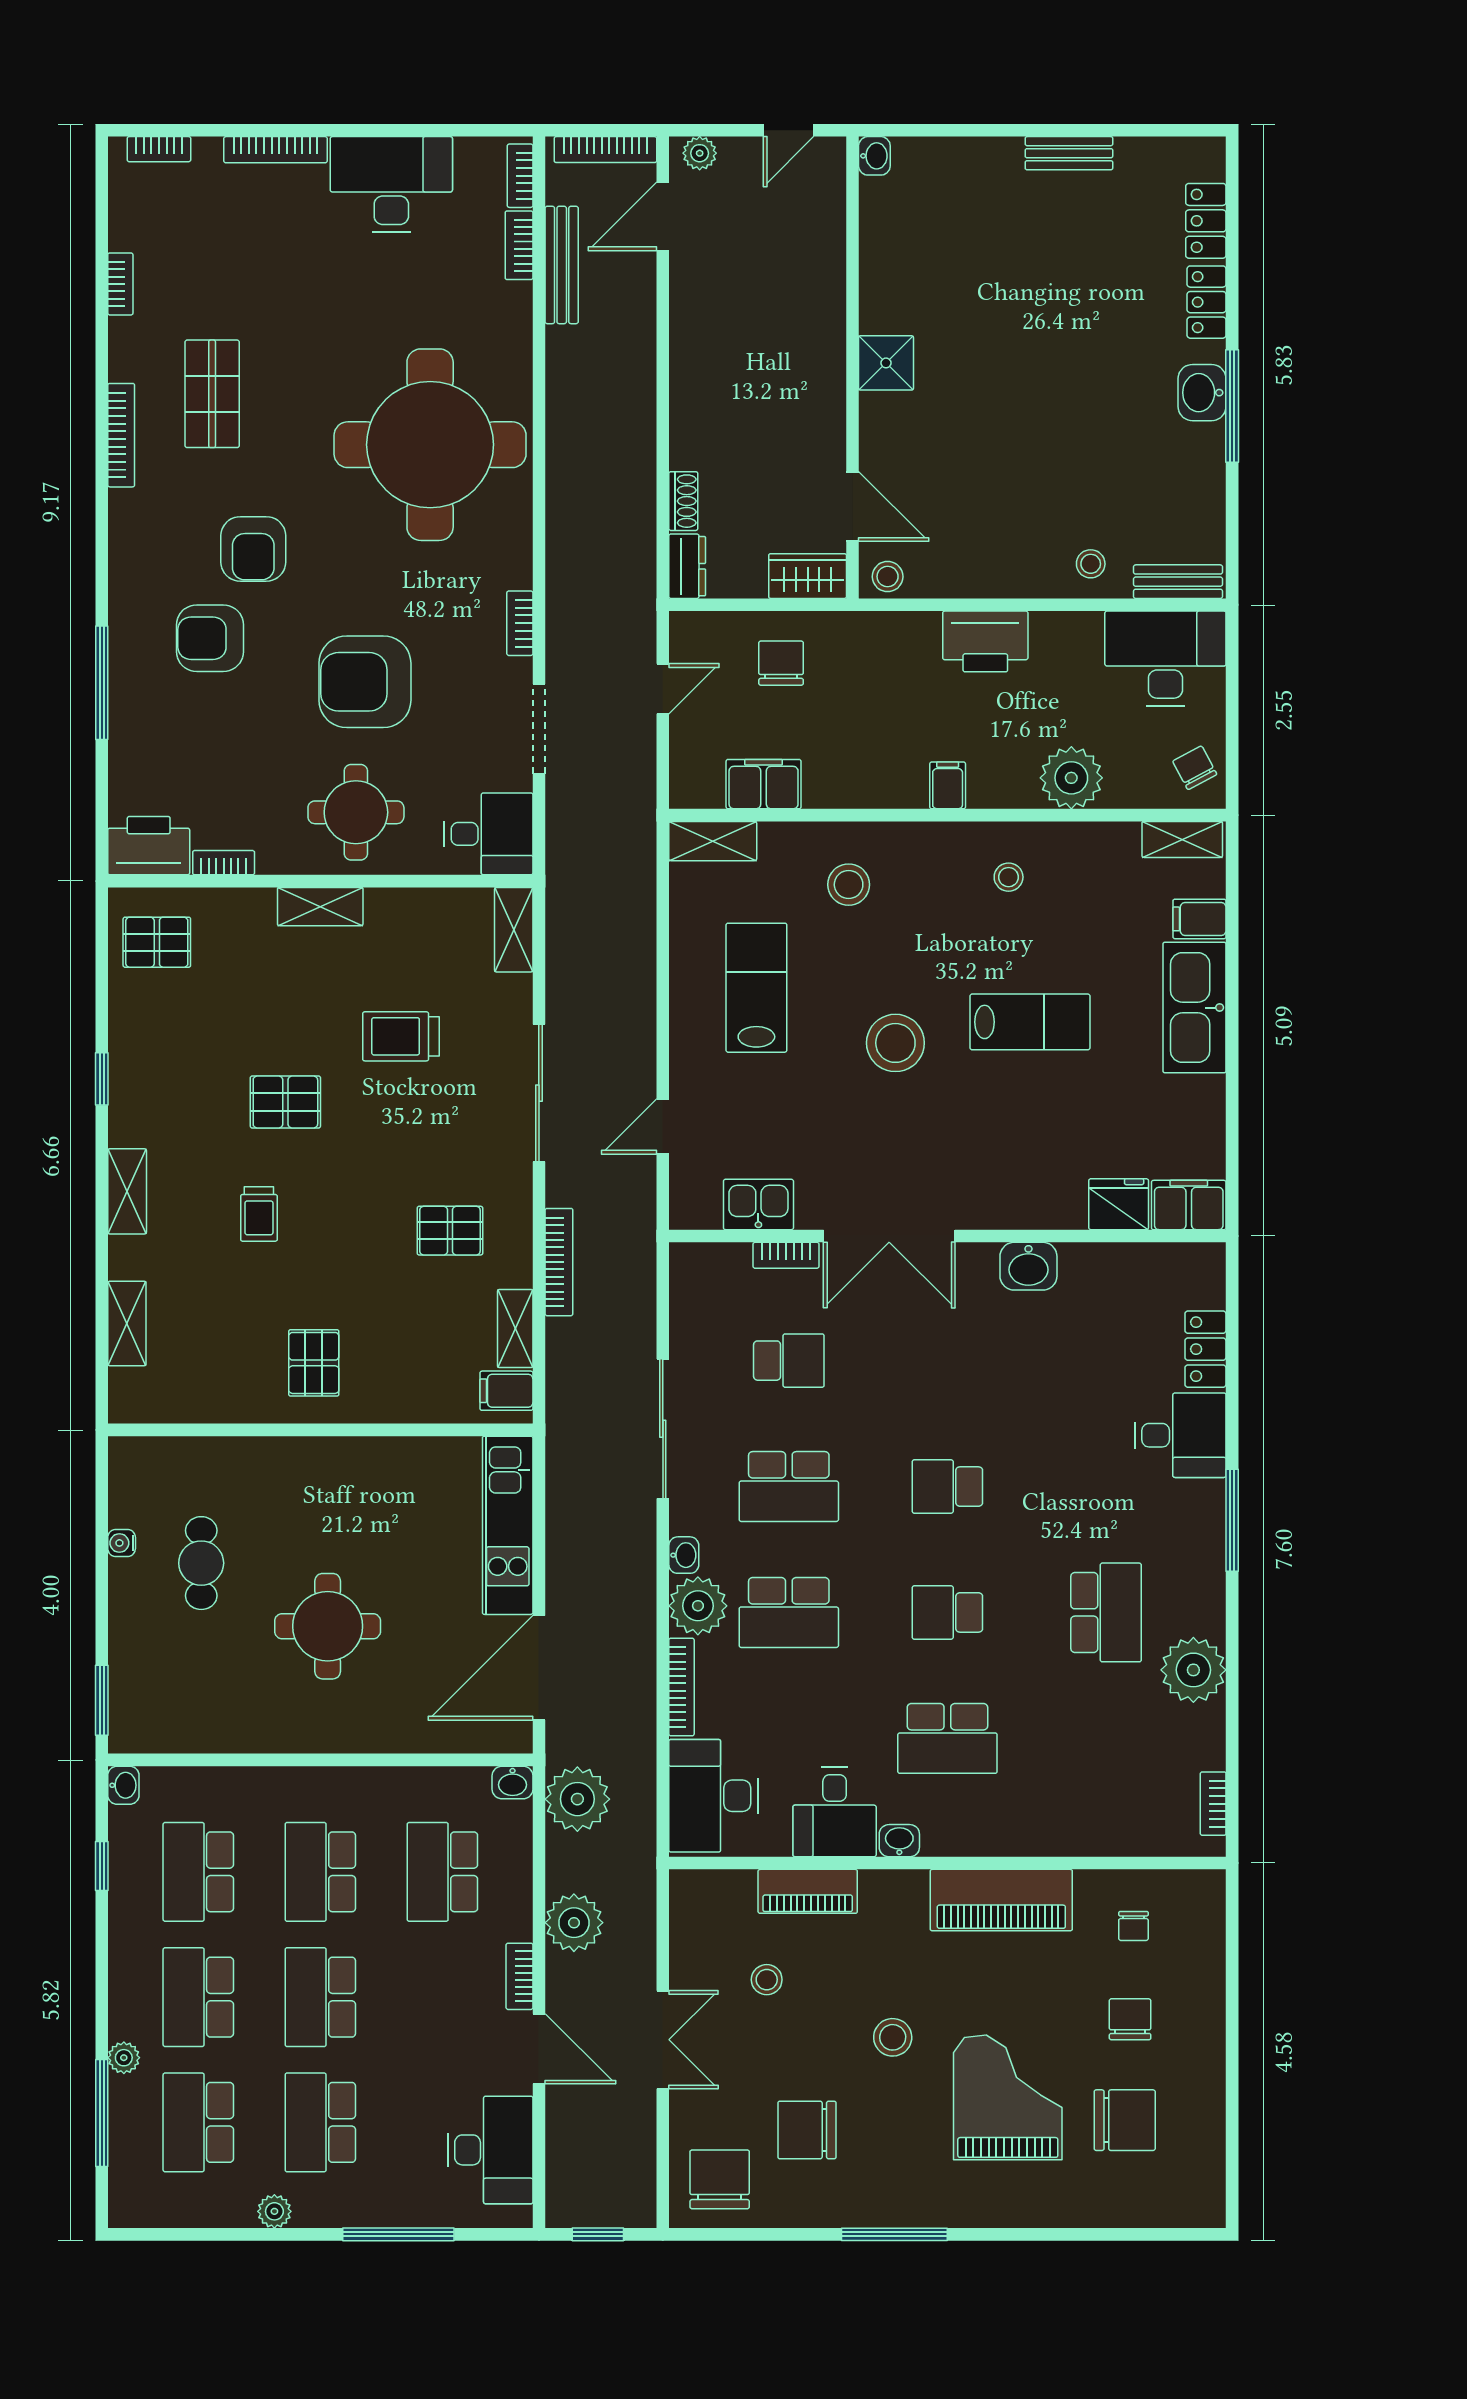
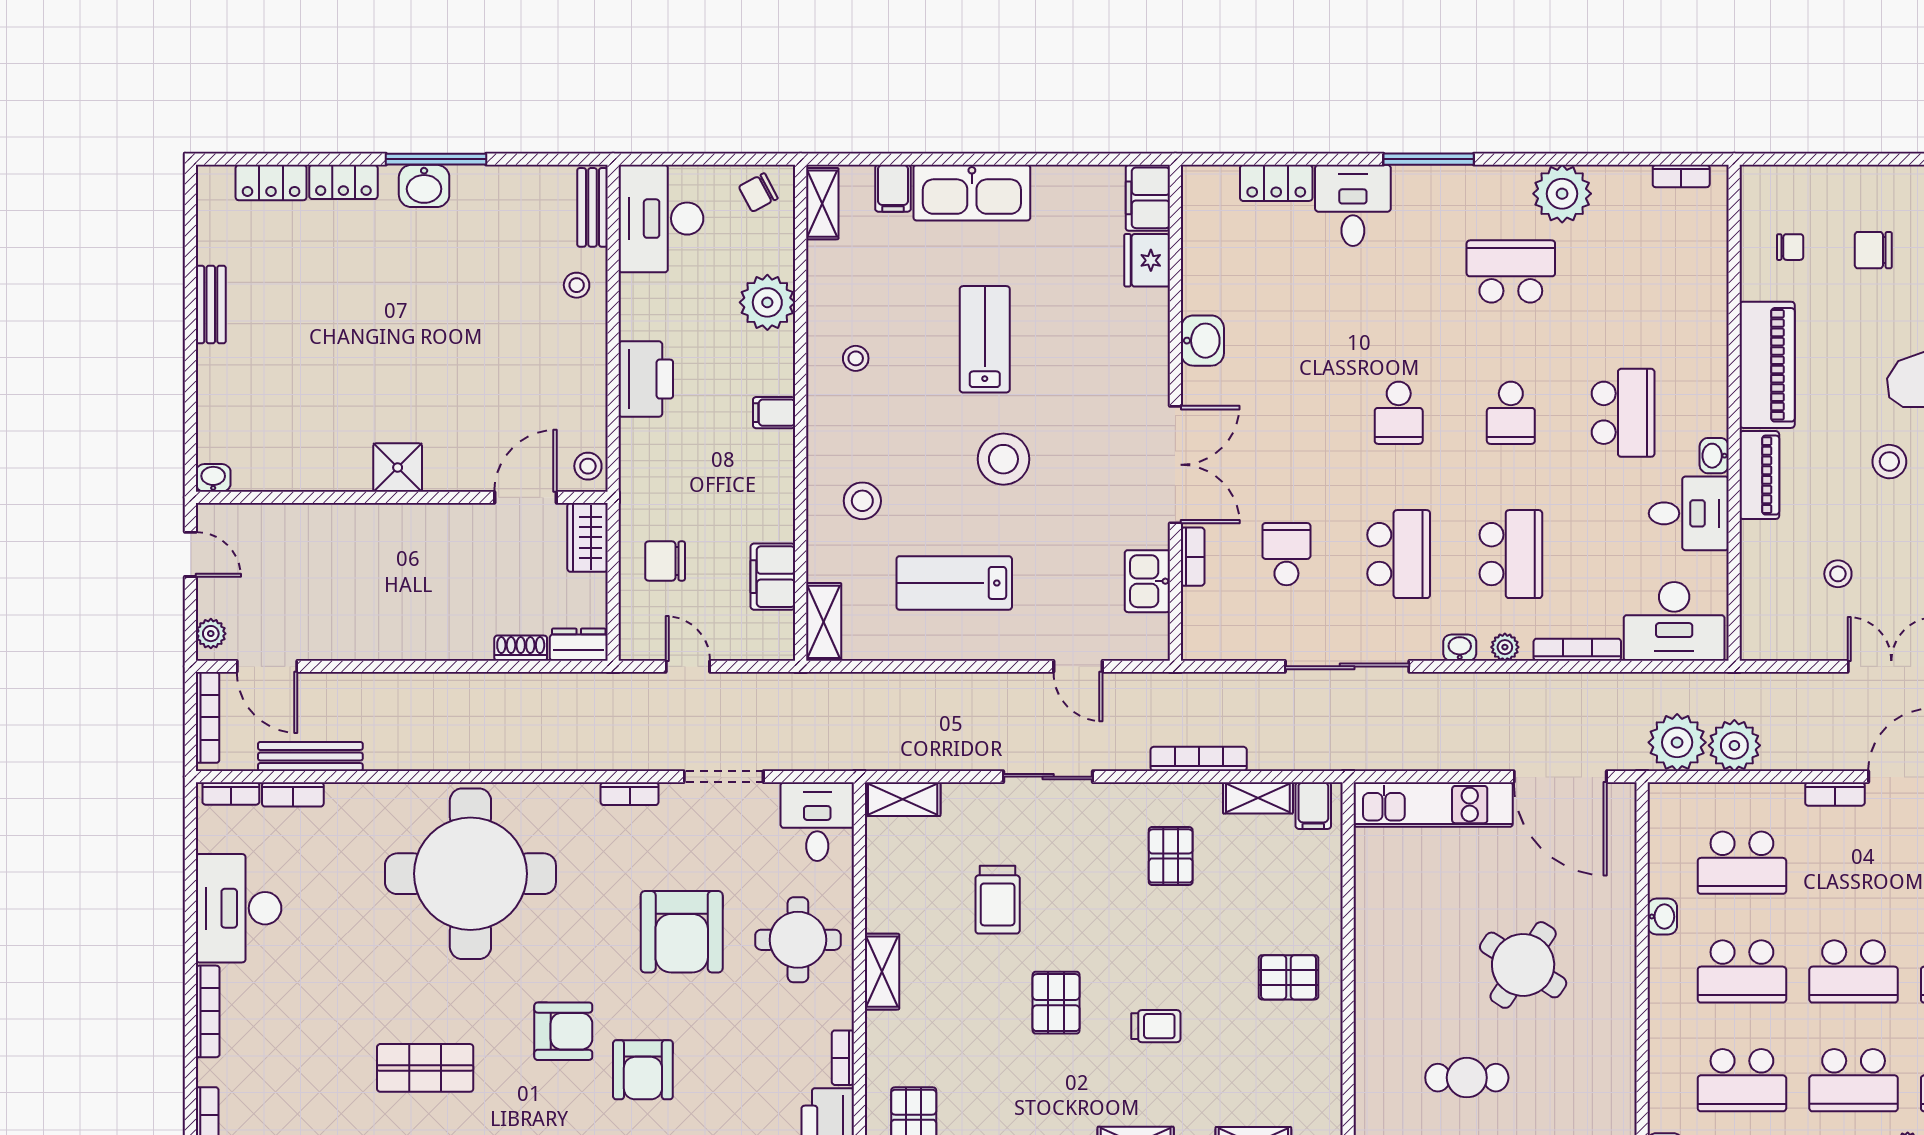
sliding door: (539, 1093) -> (1048, 777), width x0.73
plant: (698, 1606) -> (1505, 647), width x0.53, depth x0.53
round table: (328, 1626) -> (1523, 965), turned 33
washbasin: (513, 1782) -> (1662, 917), moved
piano: (808, 1891) -> (1759, 475), moved
plant: (574, 1923) -> (1734, 745), moved

